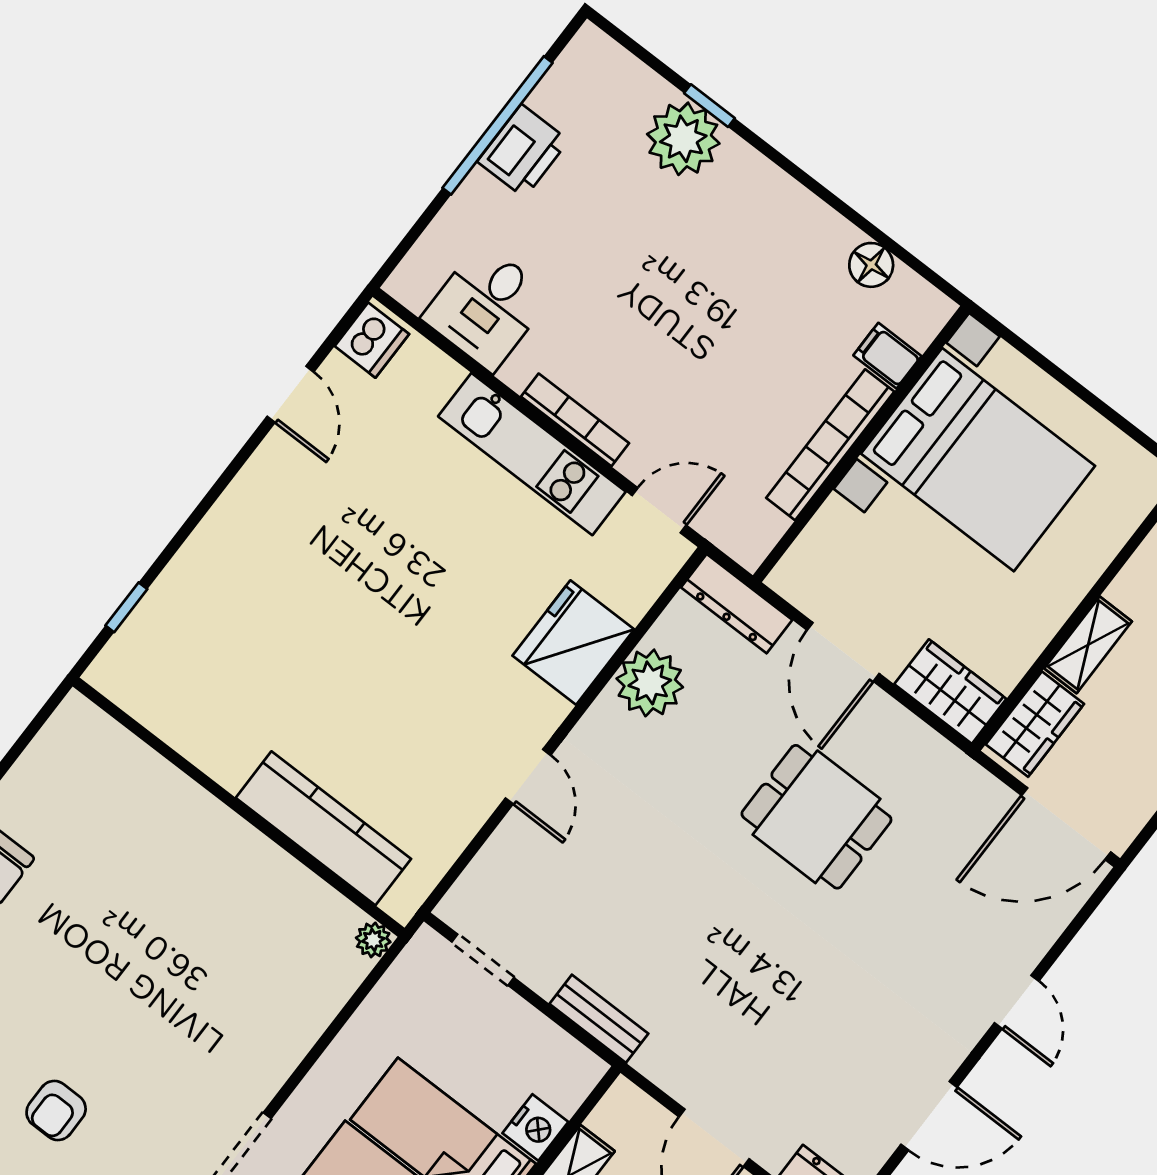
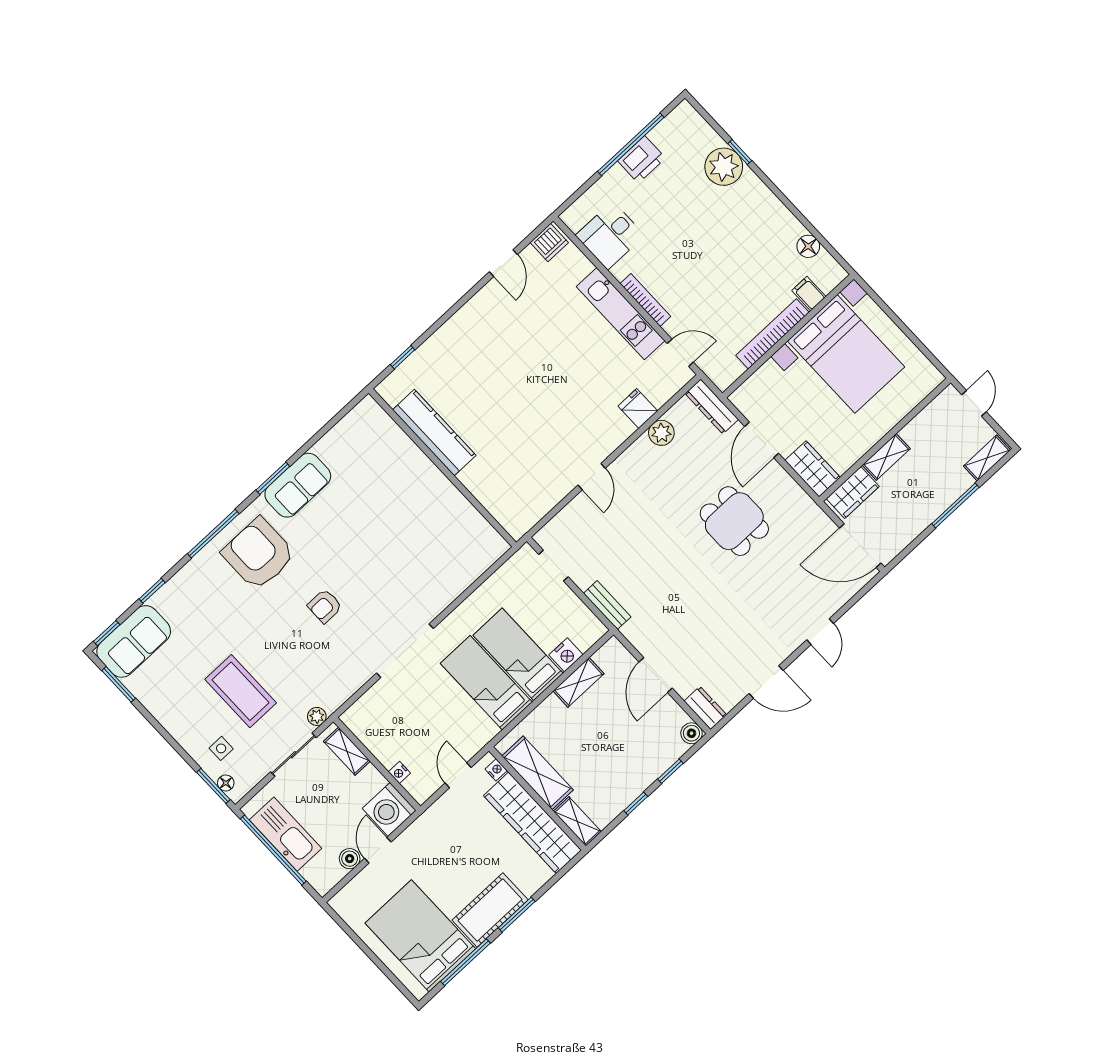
fridge: (573, 643) -> (638, 409), width x0.53, depth x0.75
plant: (650, 683) -> (661, 433), width x0.73, depth x0.73
kitchen counter: (323, 828) -> (434, 433), moved
plant: (373, 940) -> (500, 546), removed

